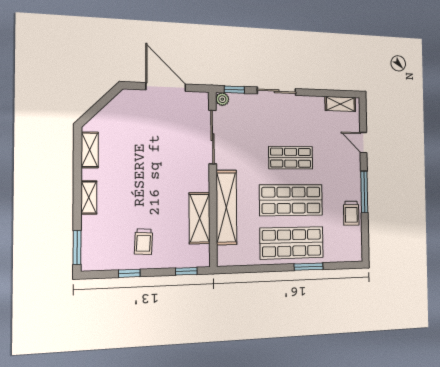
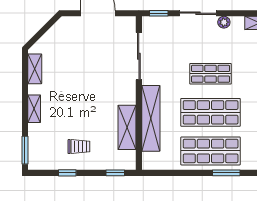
plant: (222, 99) -> (224, 22), moved
trolley: (143, 242) -> (79, 147), turned -93

